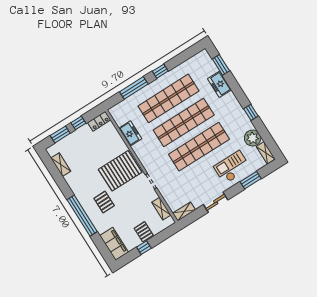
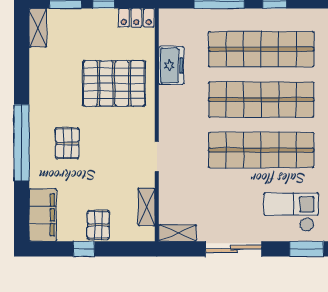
shelving: (61, 165) -> (38, 28), moved
pallet: (120, 171) -> (114, 83), moved
sliding door: (216, 202) -> (234, 249), width x1.37

